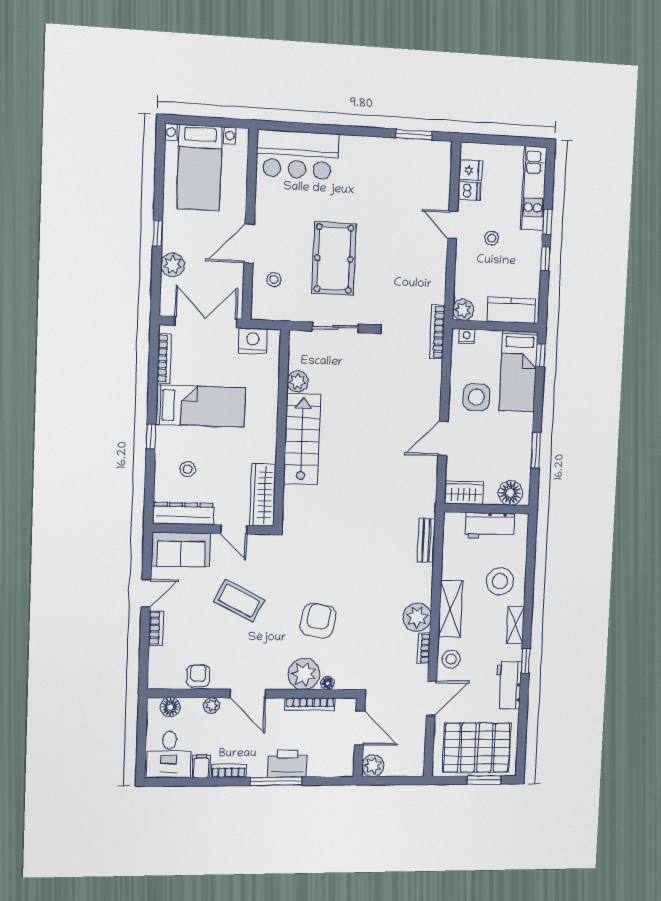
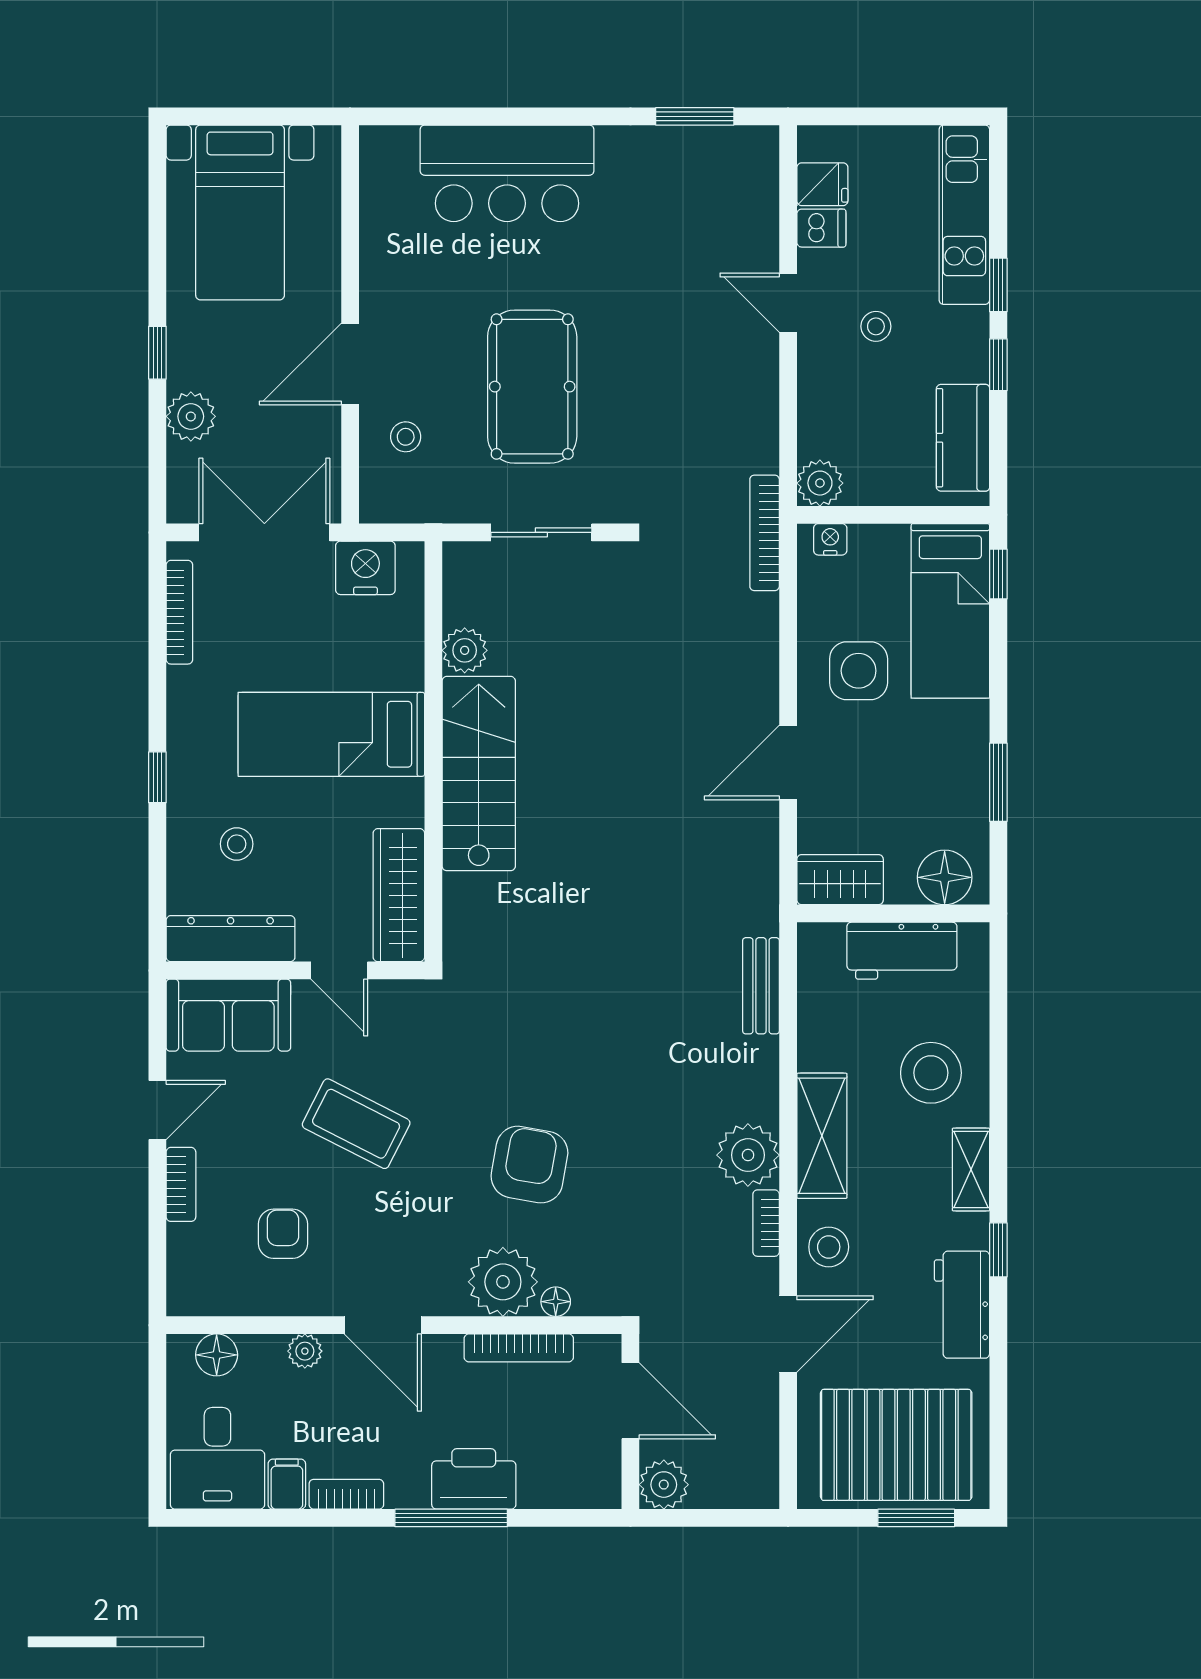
bar counter: (298, 155) -> (507, 173), moved
kitchen counter: (511, 310) -> (963, 438), moved, turned -90
bed: (201, 406) -> (331, 734), moved, turned 180
armchair: (198, 676) -> (283, 1234), moved

